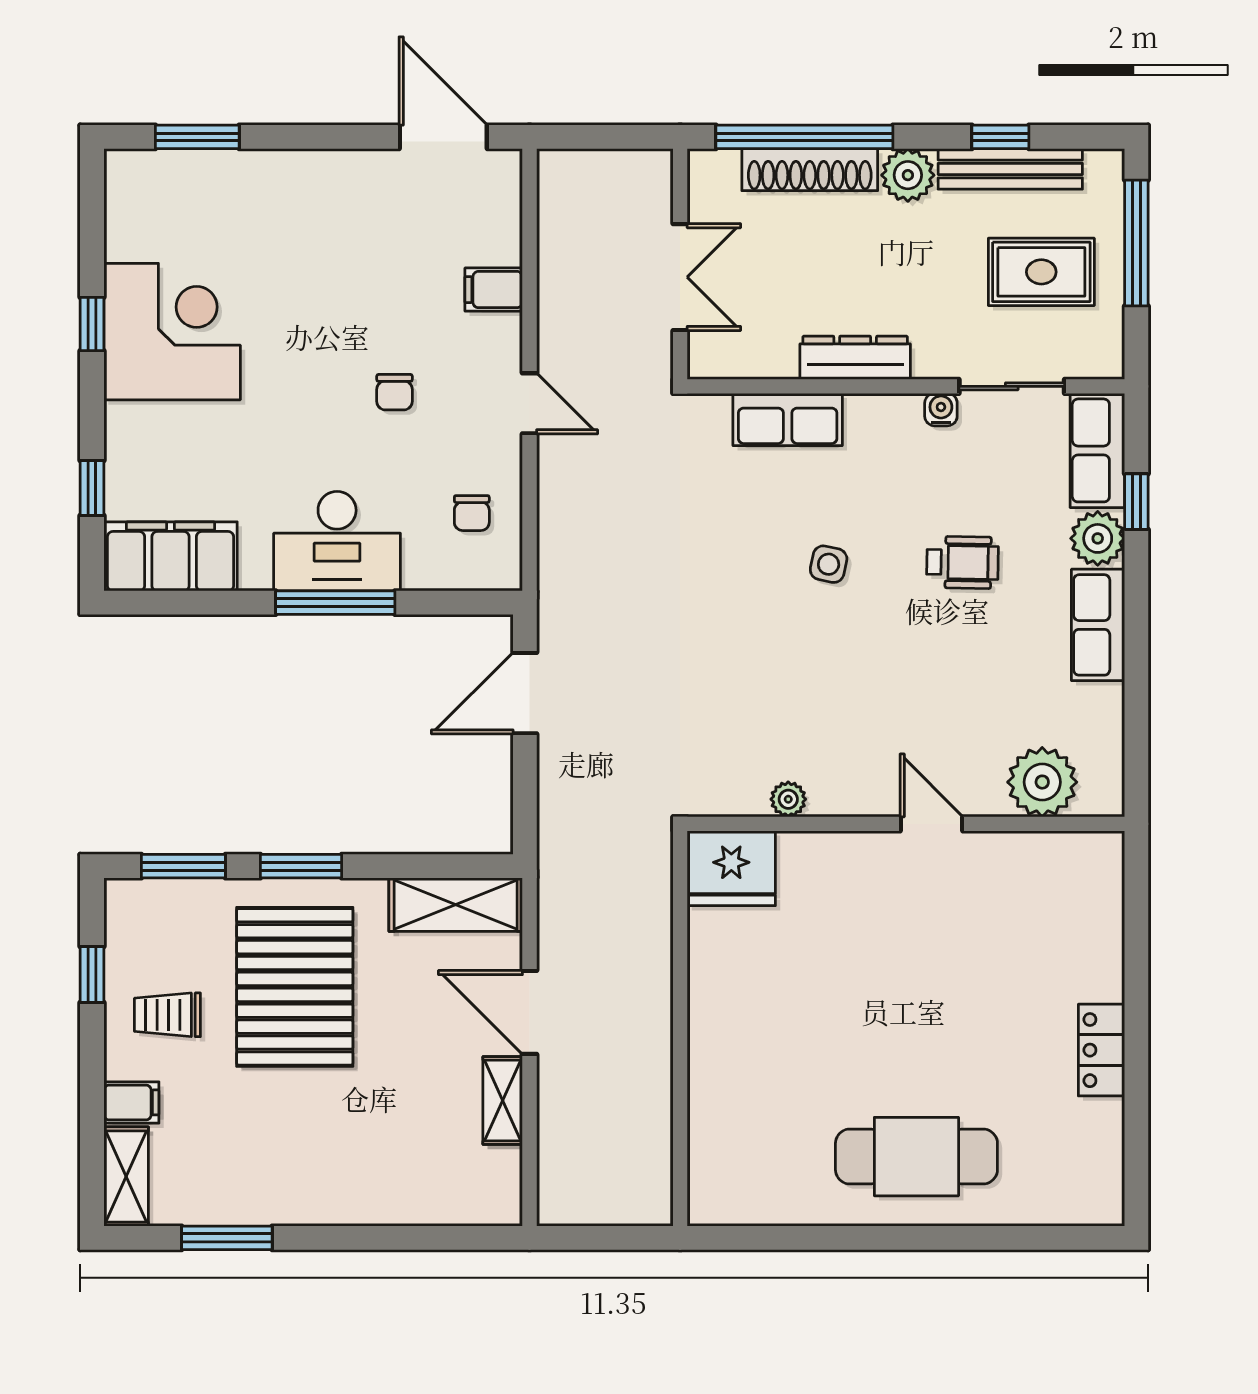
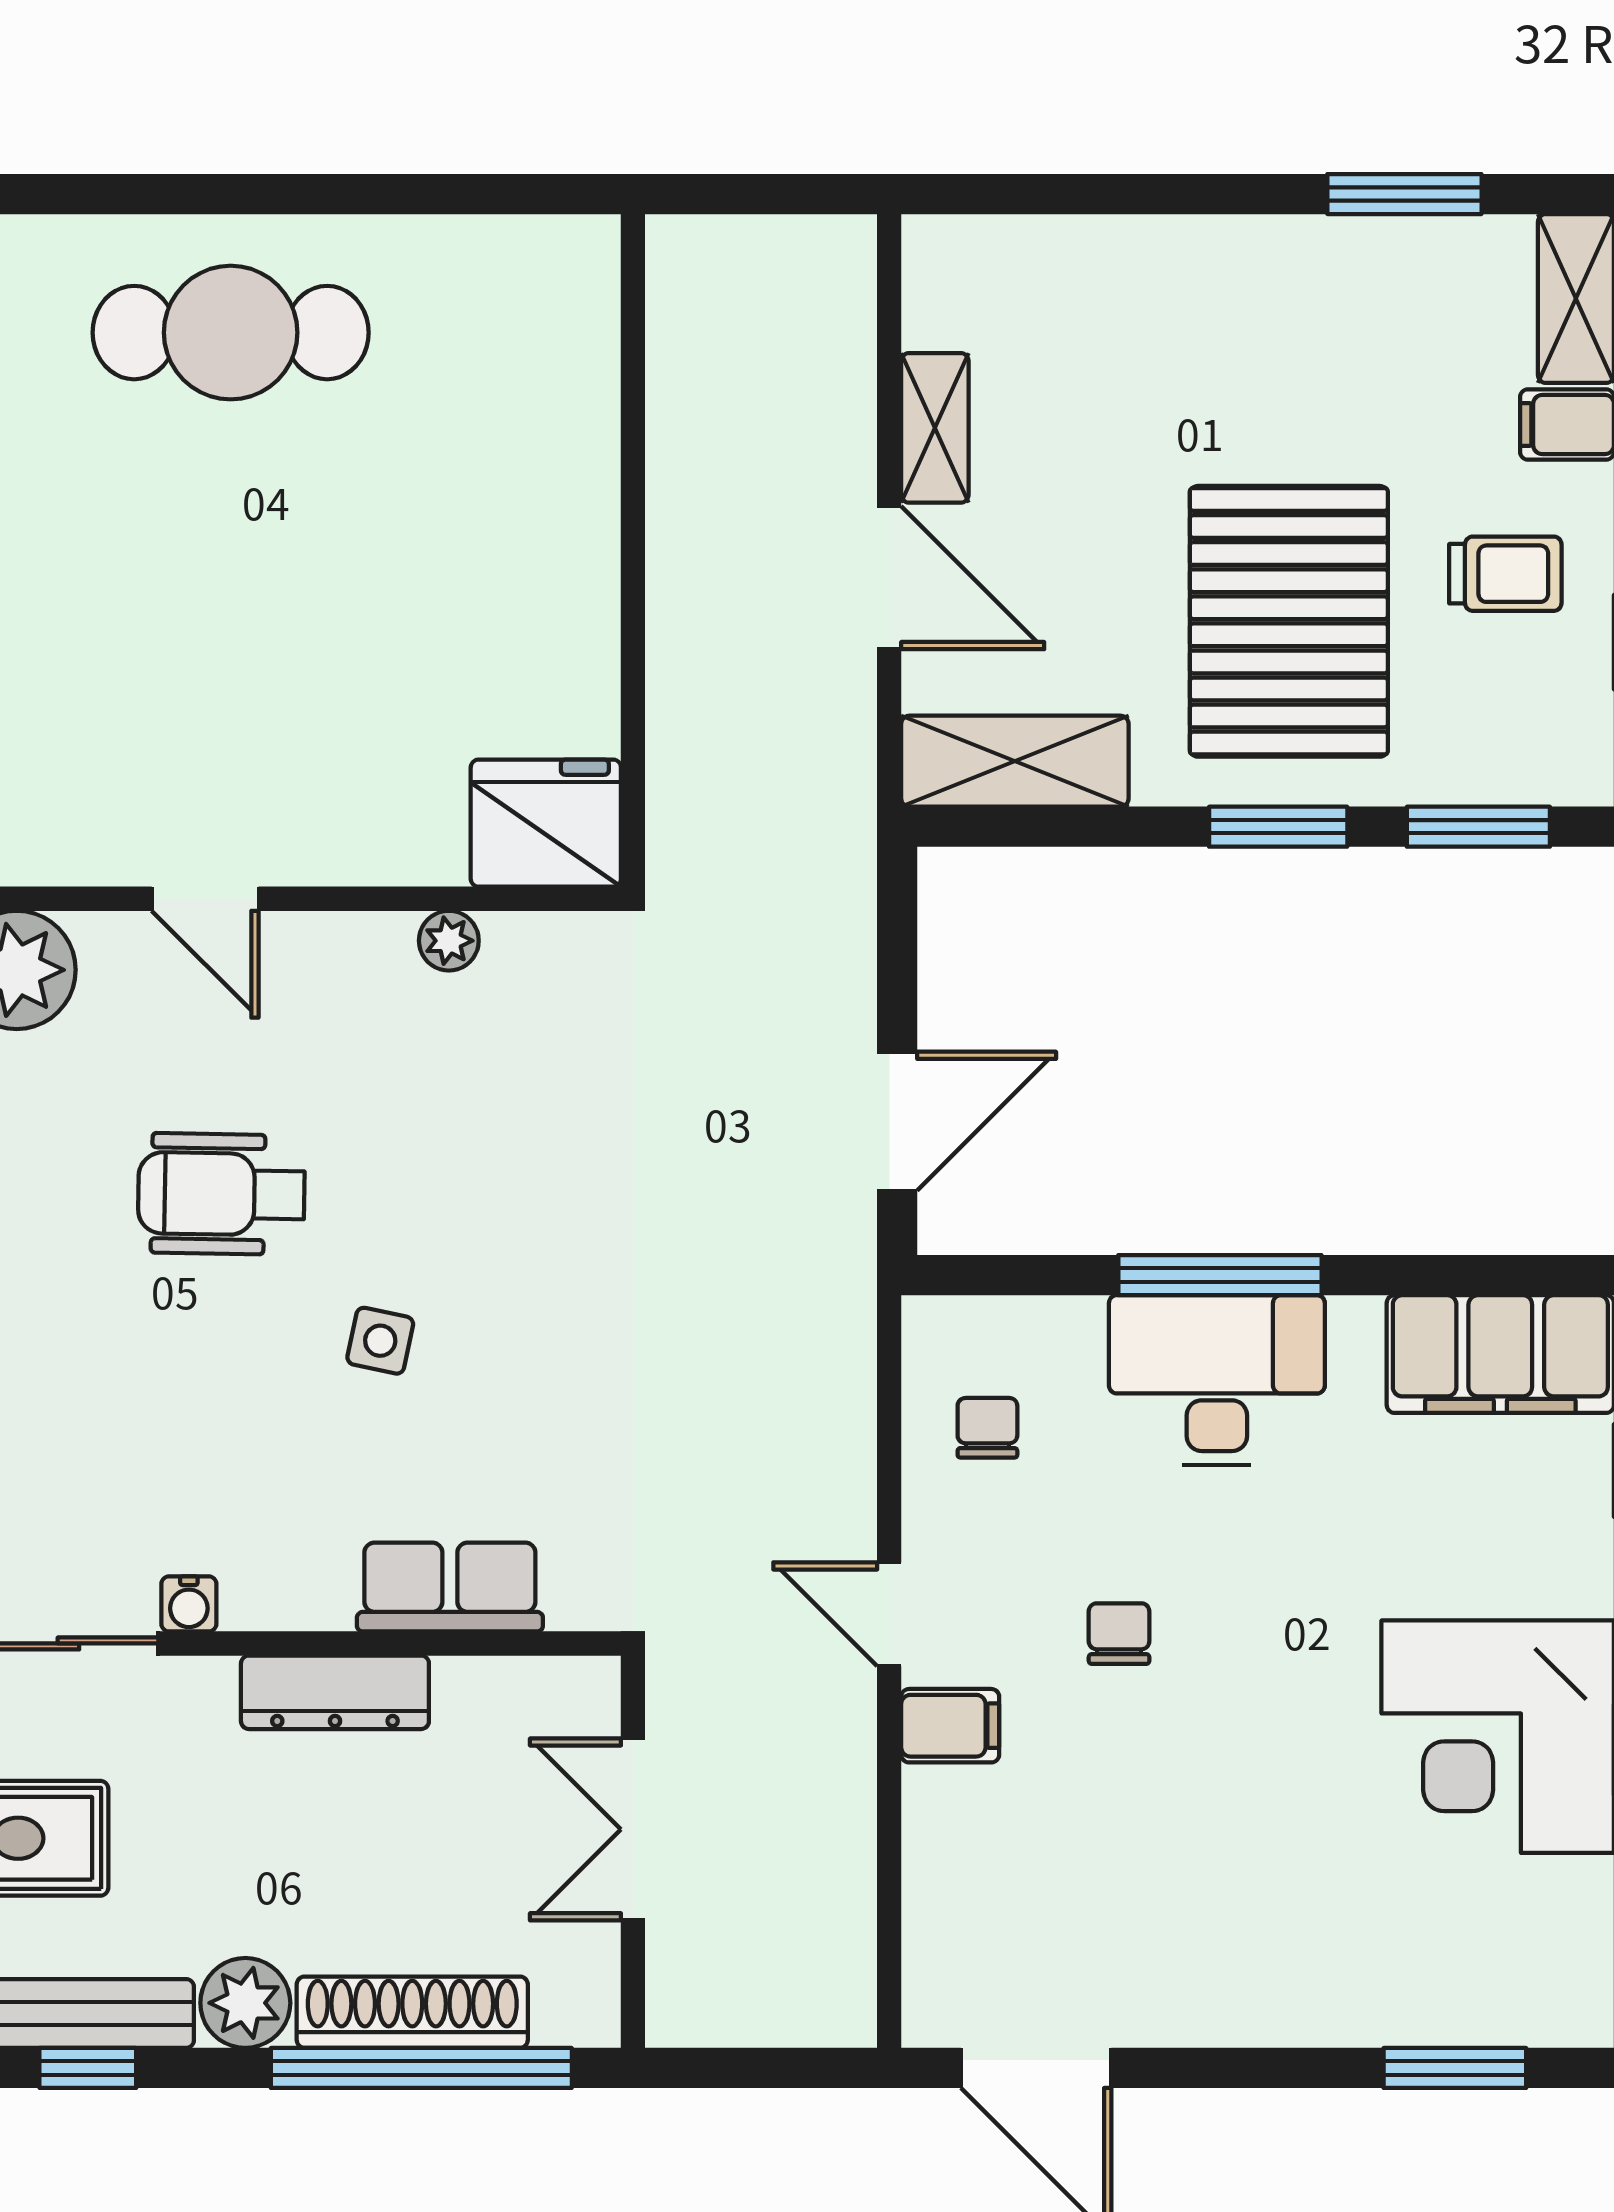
filing cabinet: (494, 290) -> (950, 1726), moved
wheelchair: (962, 562) -> (221, 1194), moved, width x1.36, depth x1.37

